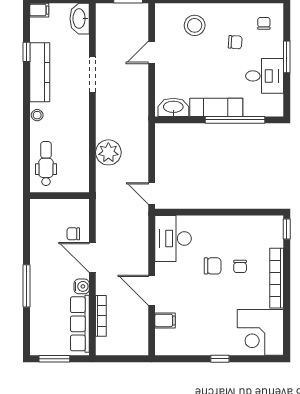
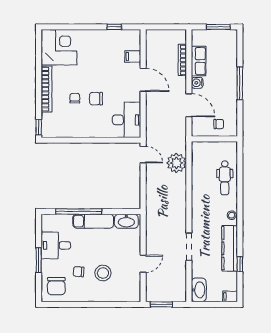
chair: (264, 23) -> (56, 286), width x1.87, depth x1.87
stool: (195, 25) -> (103, 273), moved
plant: (108, 152) -> (177, 163), moved
wall: (59, 196) -> (214, 139), moved
chair: (73, 234) -> (219, 124), moved
row of seats: (80, 324) -> (199, 61), width x0.68
window: (220, 359) -> (114, 27), moved

